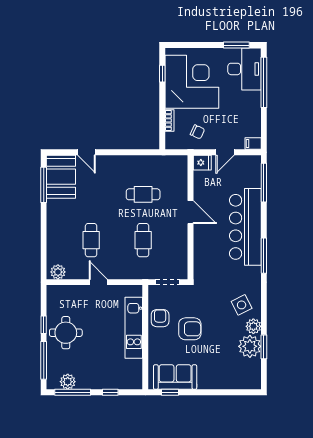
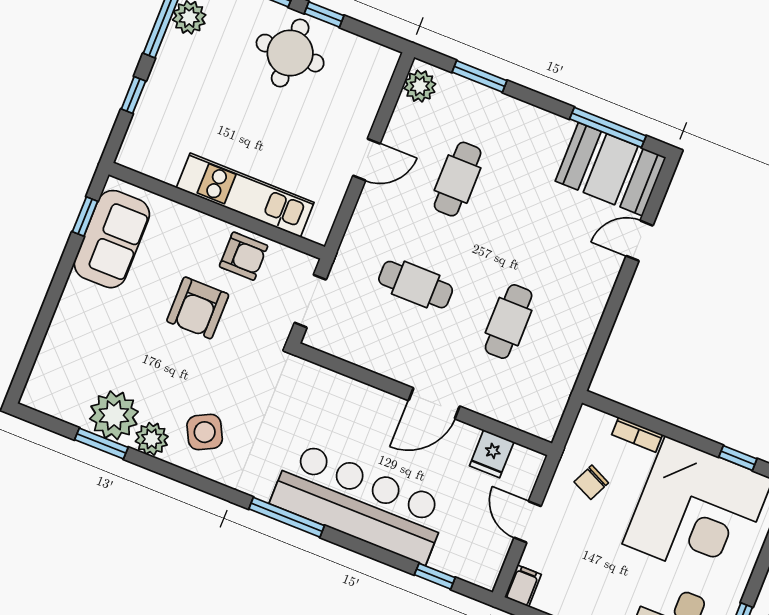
fridge: (202, 163) -> (492, 454), moved
window: (264, 183) -> (435, 576), width x0.46
cafe table: (91, 240) -> (458, 179), turned 90
window: (44, 248) -> (480, 76), added

